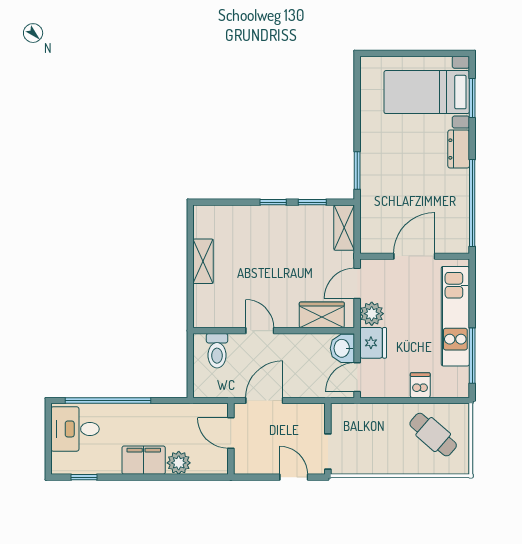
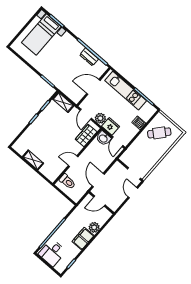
dresser: (459, 149) -> (89, 57), moved
door: (414, 256) -> (93, 87), hinge flipped
door: (294, 477) -> (133, 193), hinge flipped

